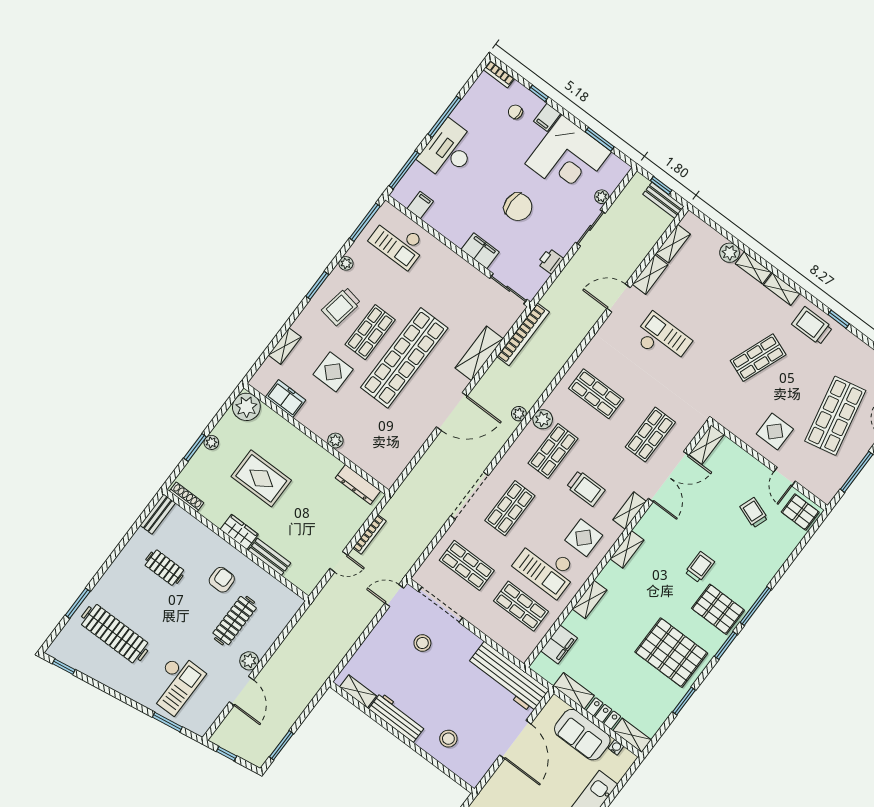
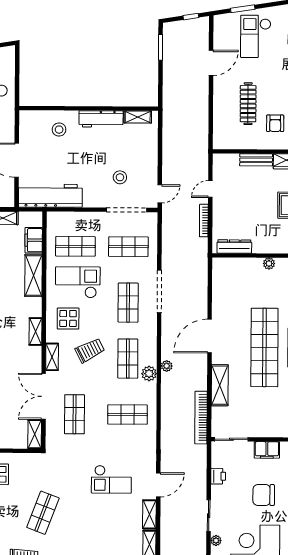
trolley: (586, 488) -> (90, 350), turned 153
shelving: (590, 599) -> (34, 275), width x1.50, depth x1.33
plant: (249, 661) -> (220, 85), removed
door: (241, 691) -> (211, 63), swing flipped

